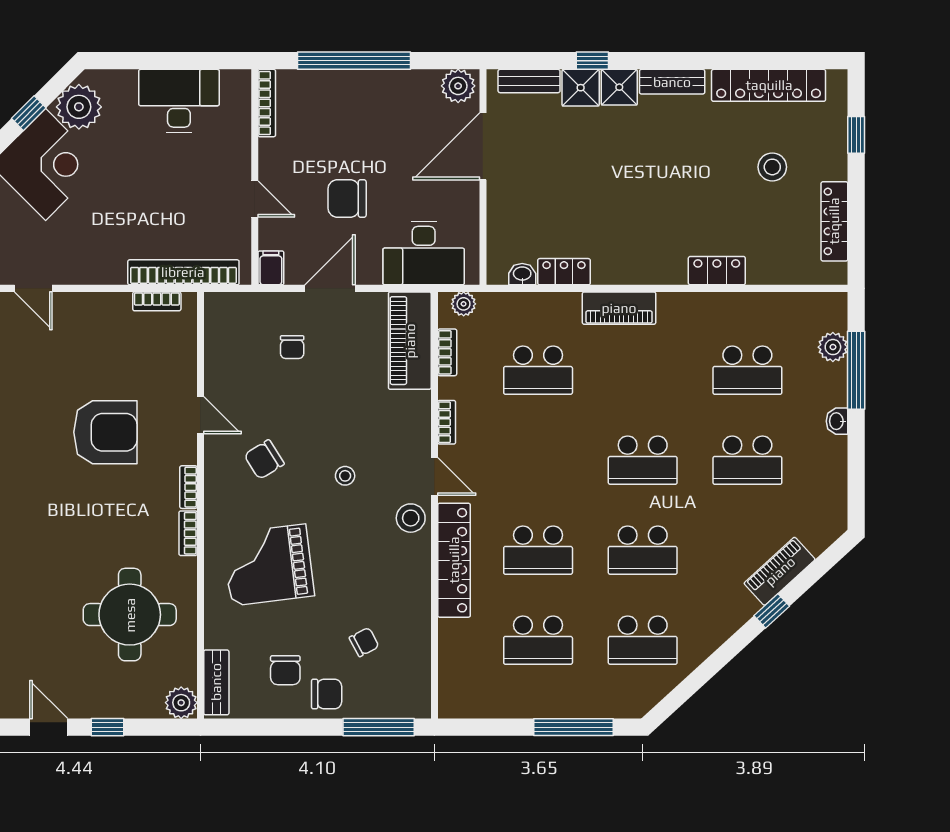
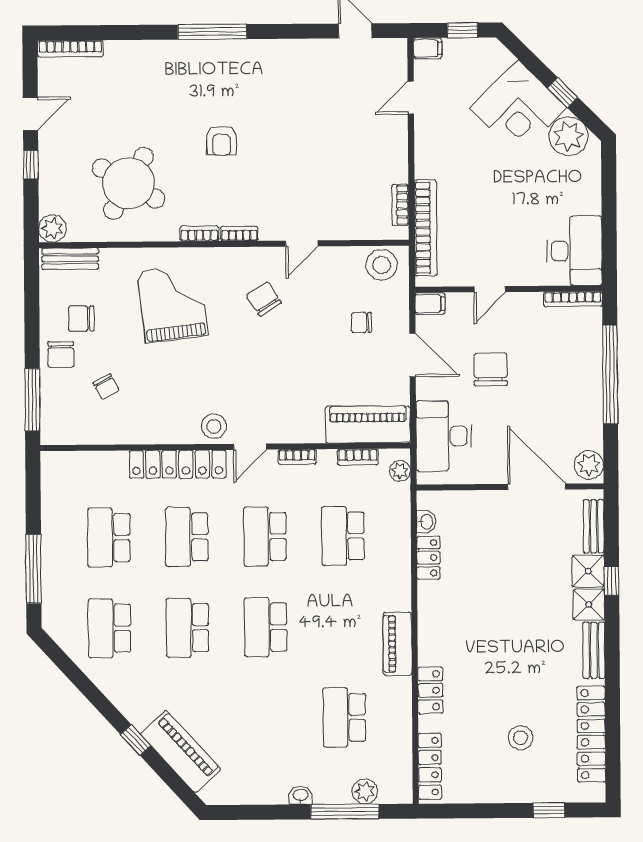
desk: (179, 101) -> (575, 251), moved
locker: (834, 221) -> (430, 766), moved, turned 90
piano: (619, 308) -> (397, 644), moved
armchair: (105, 432) -> (221, 141), moved, width x0.53, depth x0.53
school desk: (747, 460) -> (265, 536), moved
stool: (345, 476) -> (382, 265), moved, width x1.89, depth x1.89
piano: (780, 571) -> (181, 752), width x1.37, depth x1.33
round table: (130, 615) -> (129, 183), turned 30

